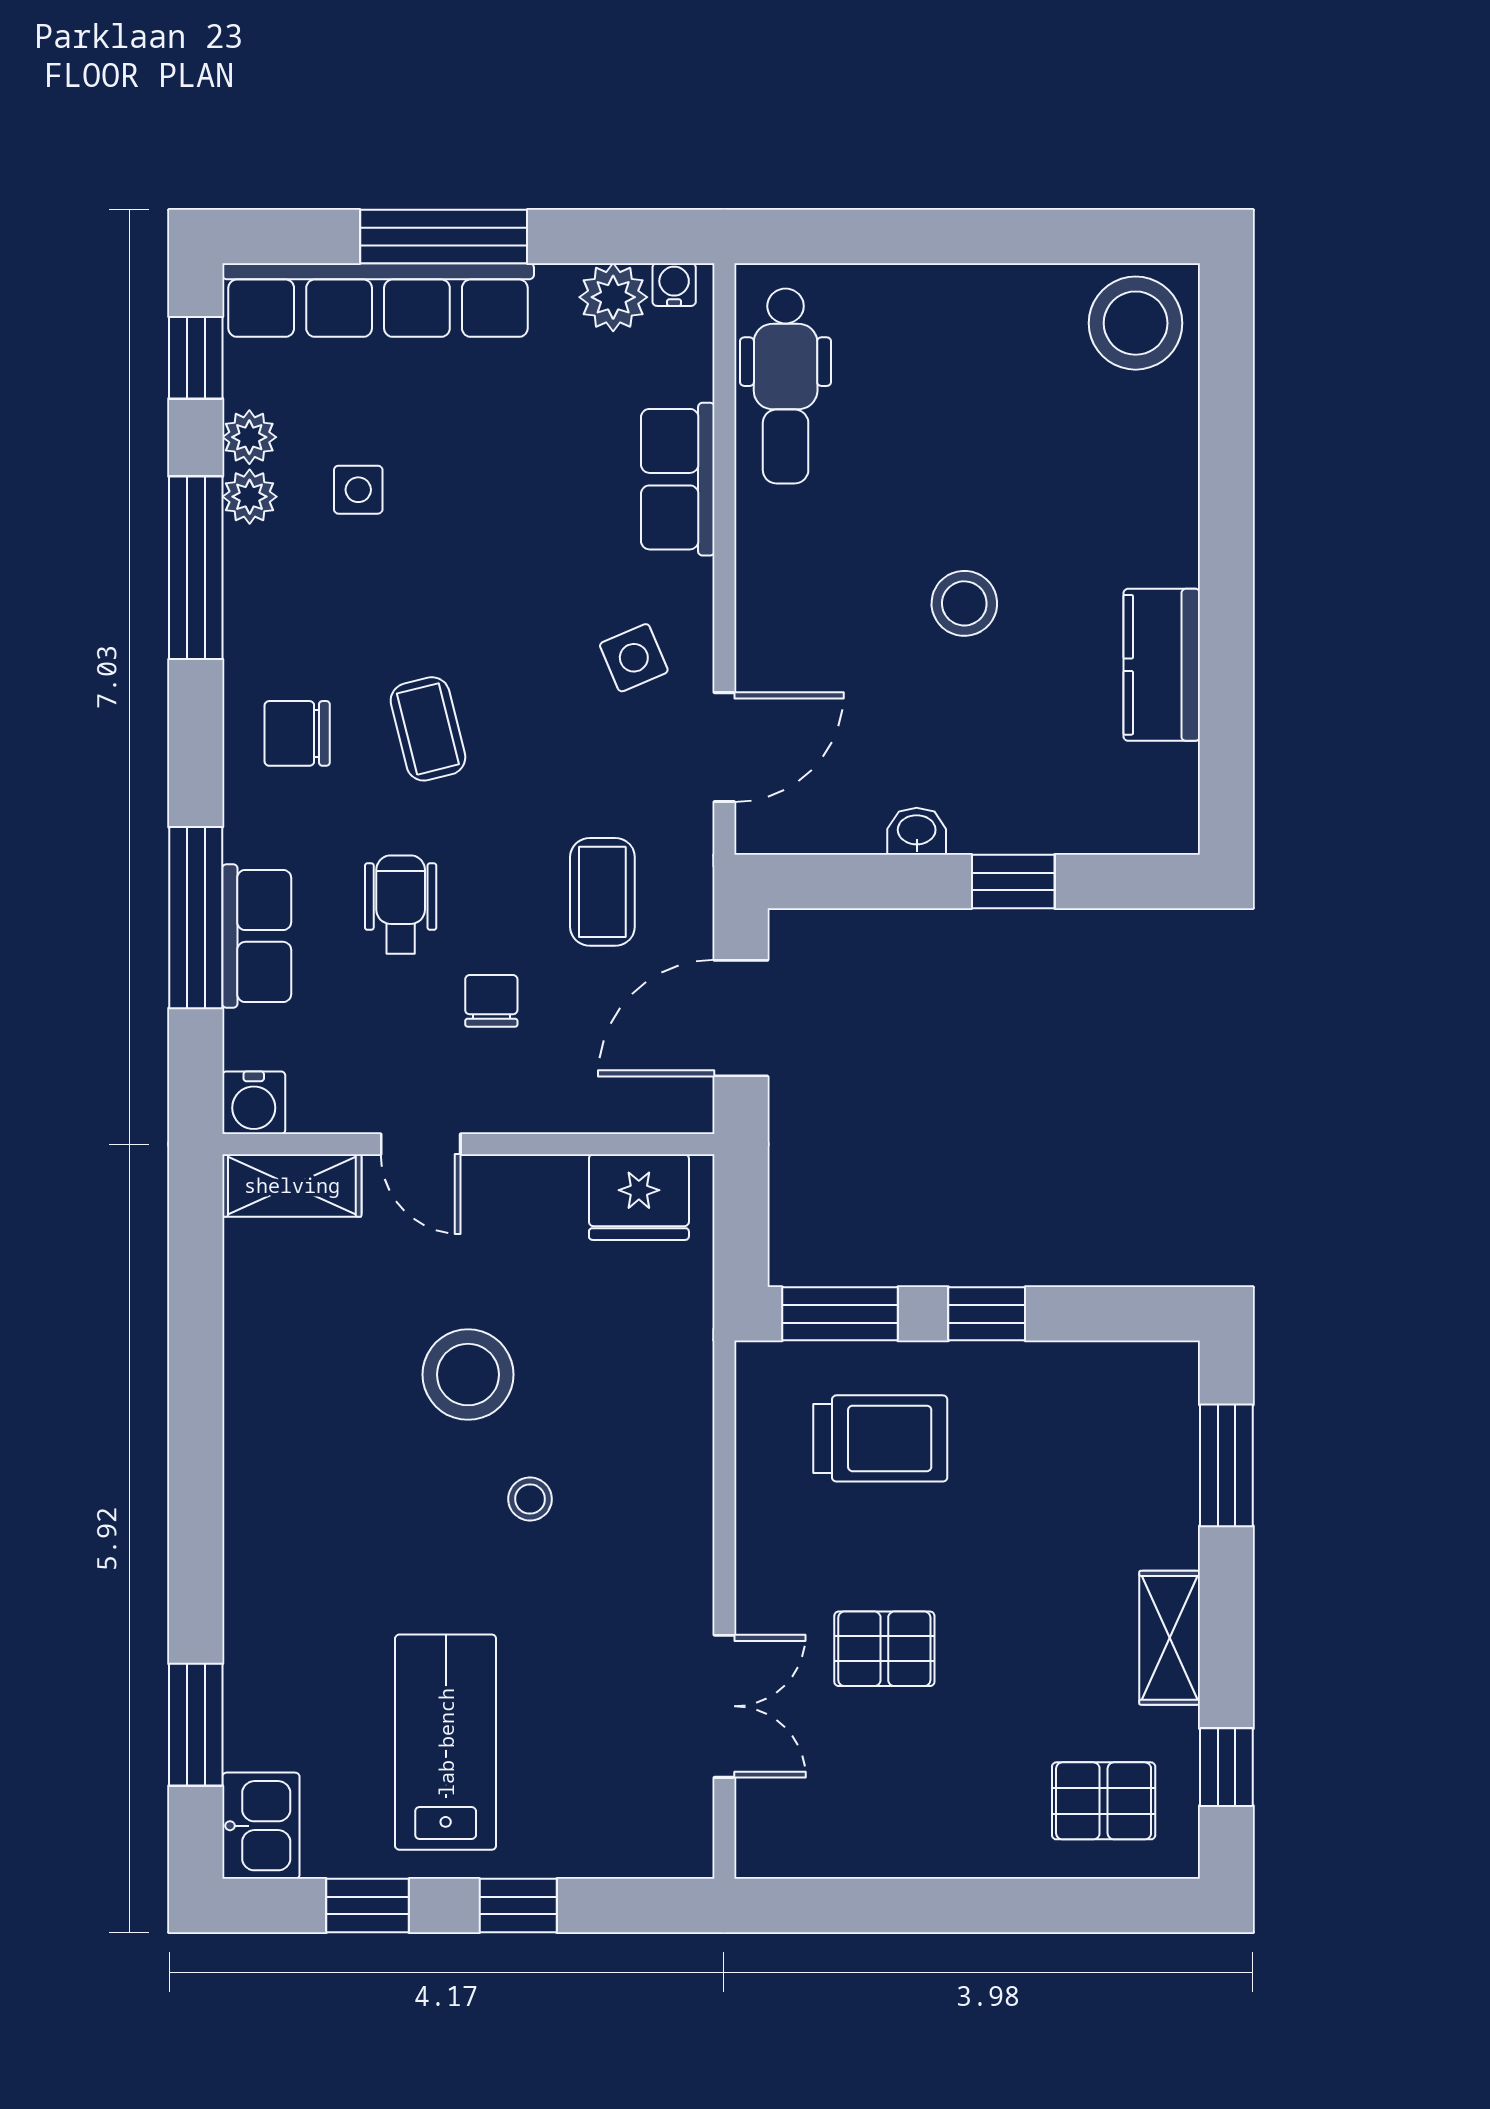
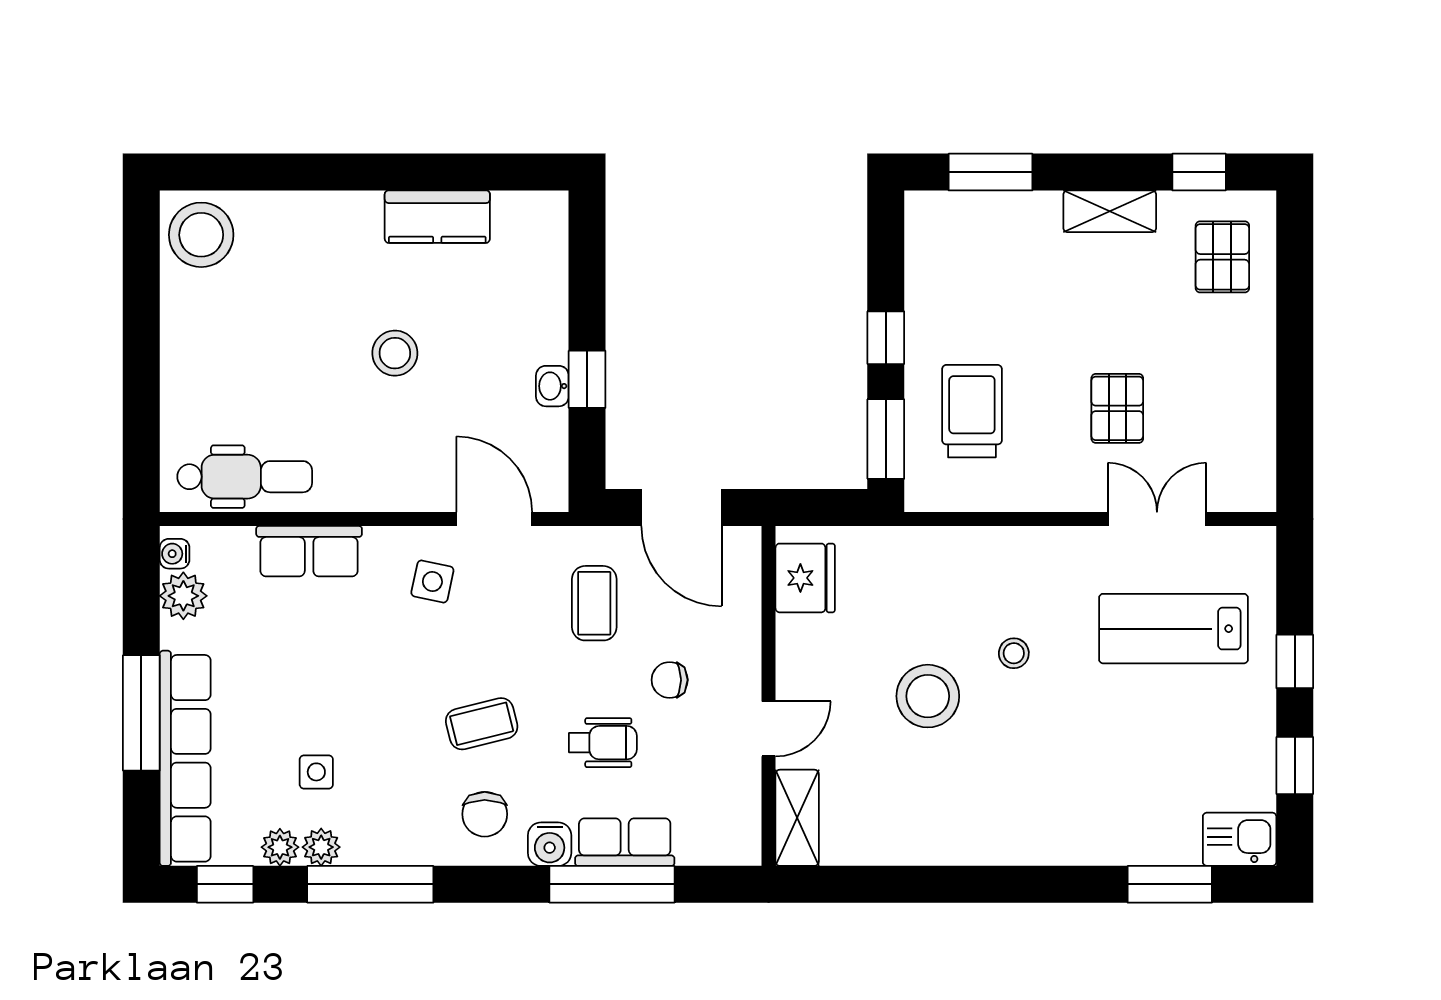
side table: (634, 658) -> (432, 581), turned 35
window: (1013, 882) -> (587, 379), moved
coffee table: (602, 892) -> (594, 603), turned 90
wheelchair: (401, 904) -> (603, 743), turned 180
water cooler: (254, 1103) -> (550, 844), moved, turned 90
lab bench: (446, 1742) -> (1173, 629), moved

